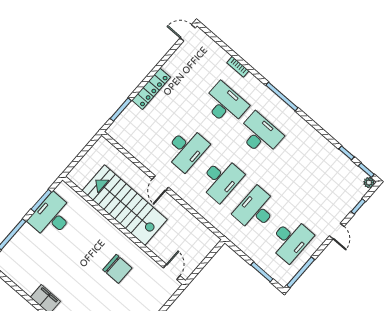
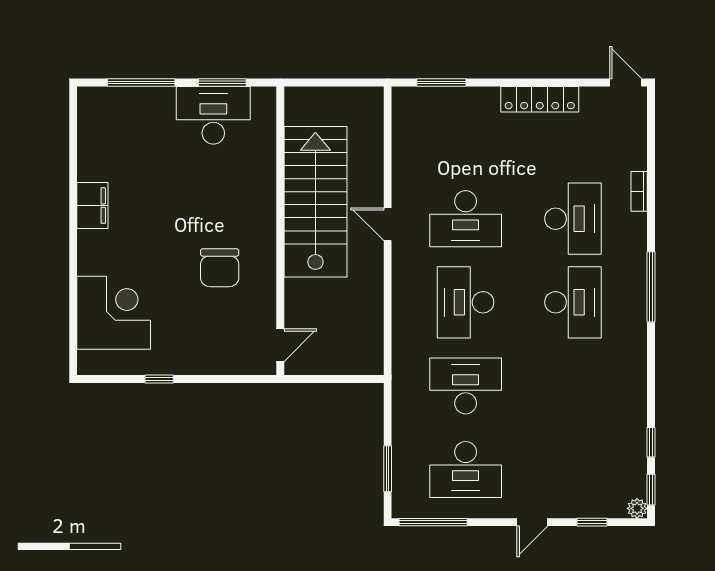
locker: (151, 89) -> (540, 99), moved
desk: (221, 179) -> (466, 302), turned 90
door: (160, 183) -> (388, 224), hinge flipped

